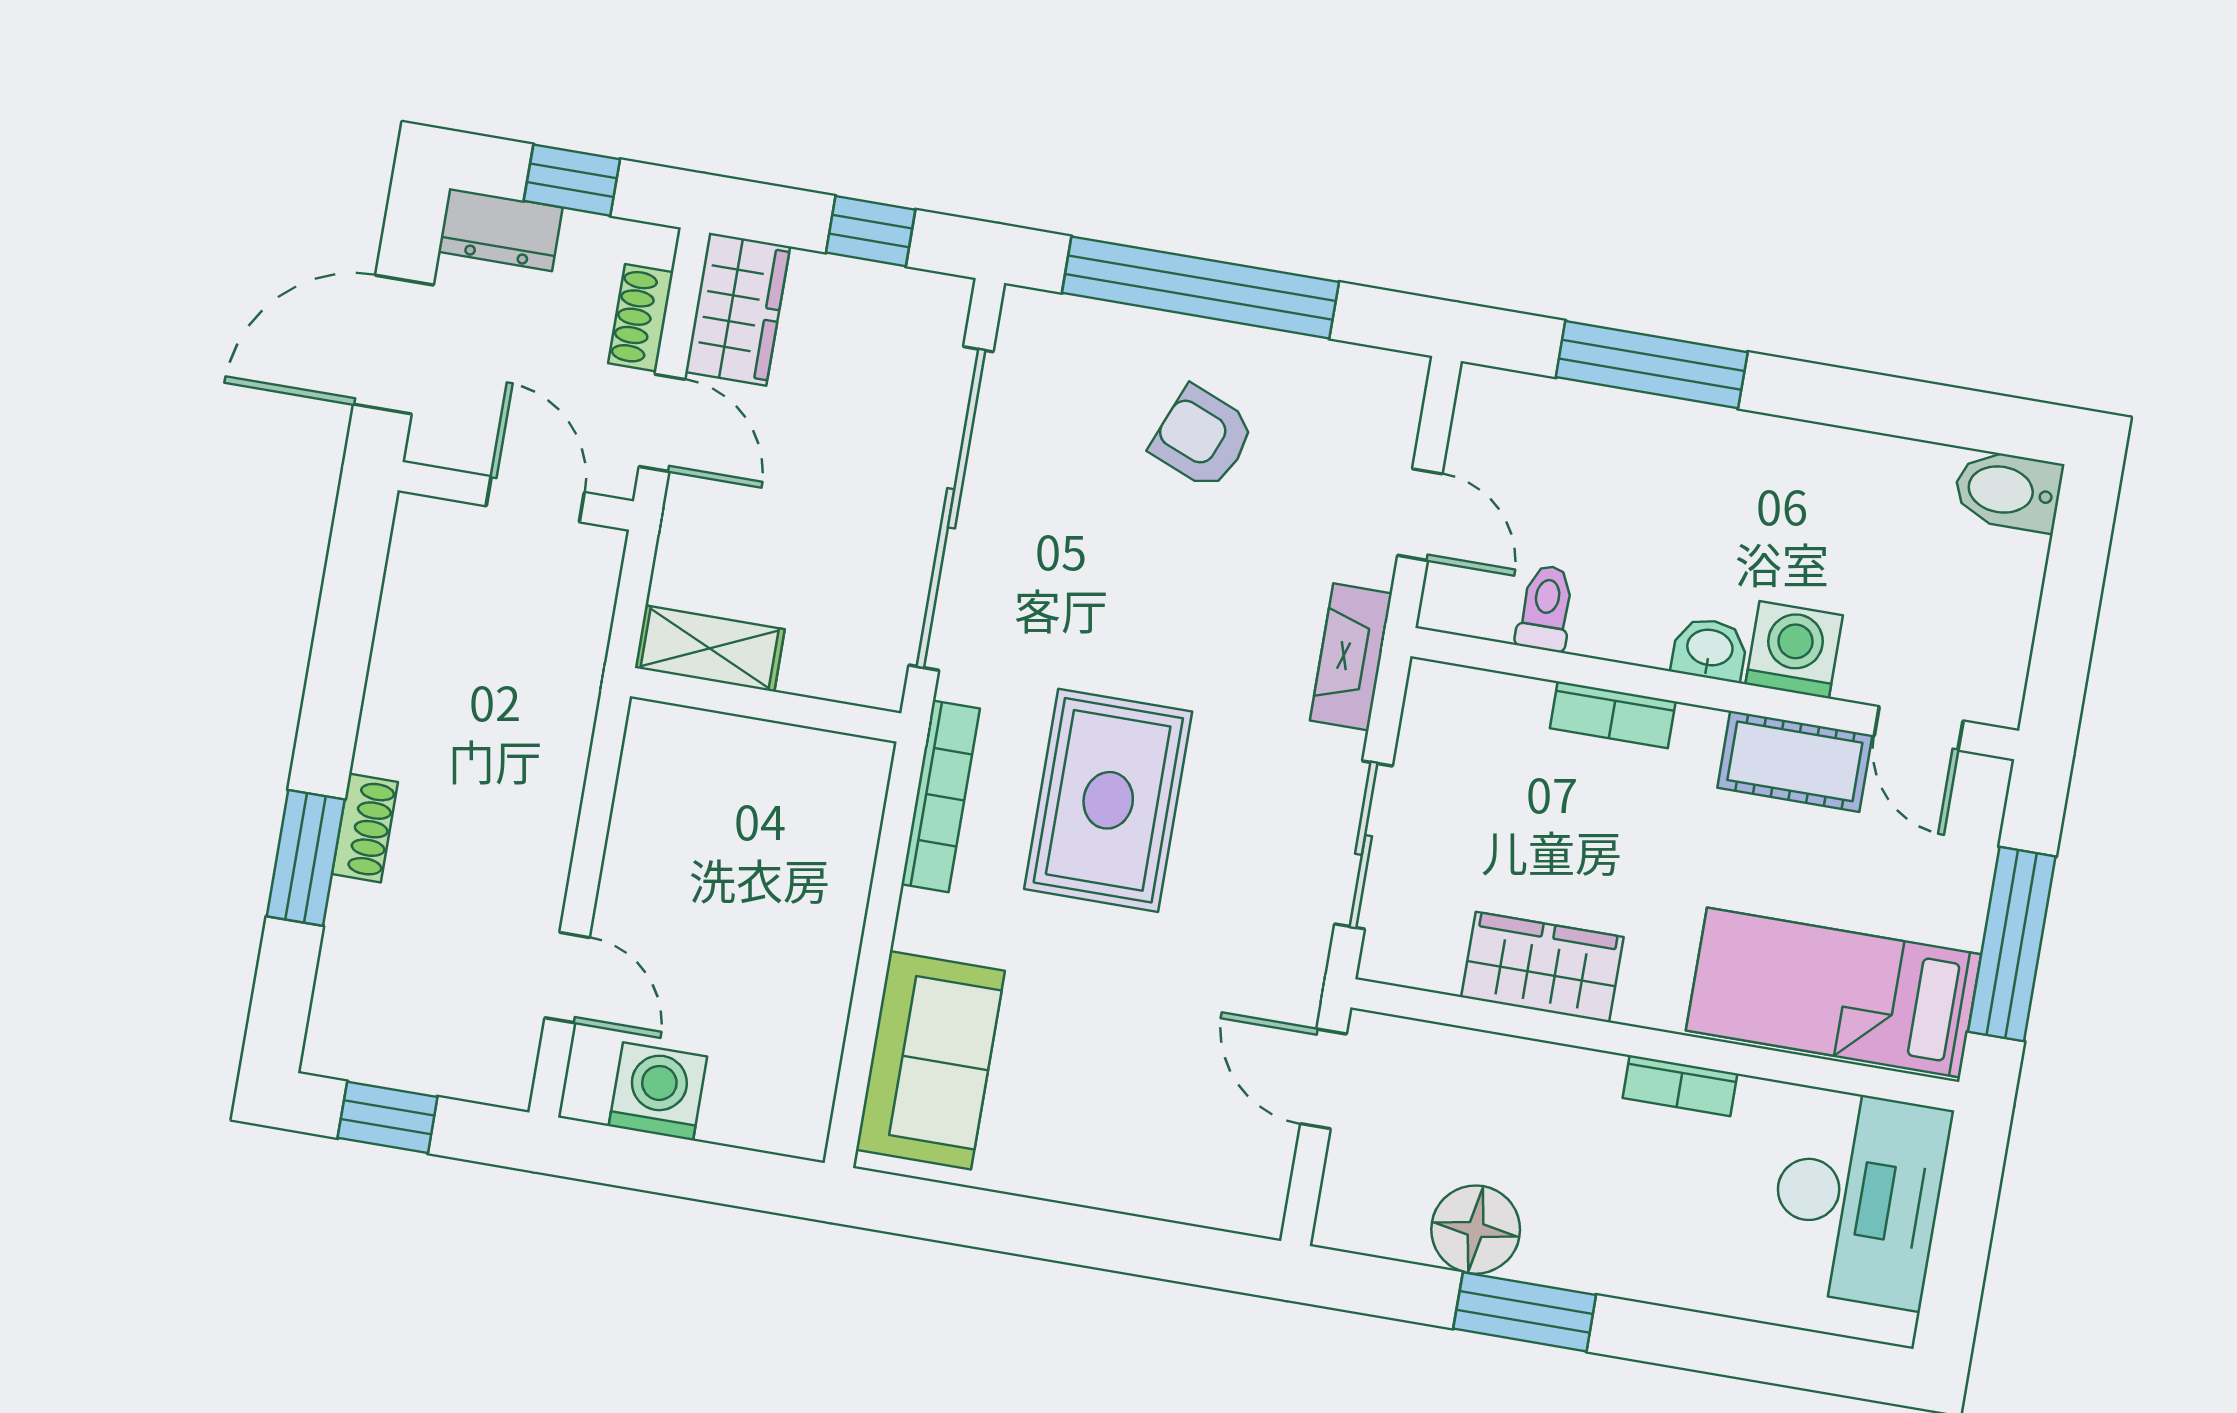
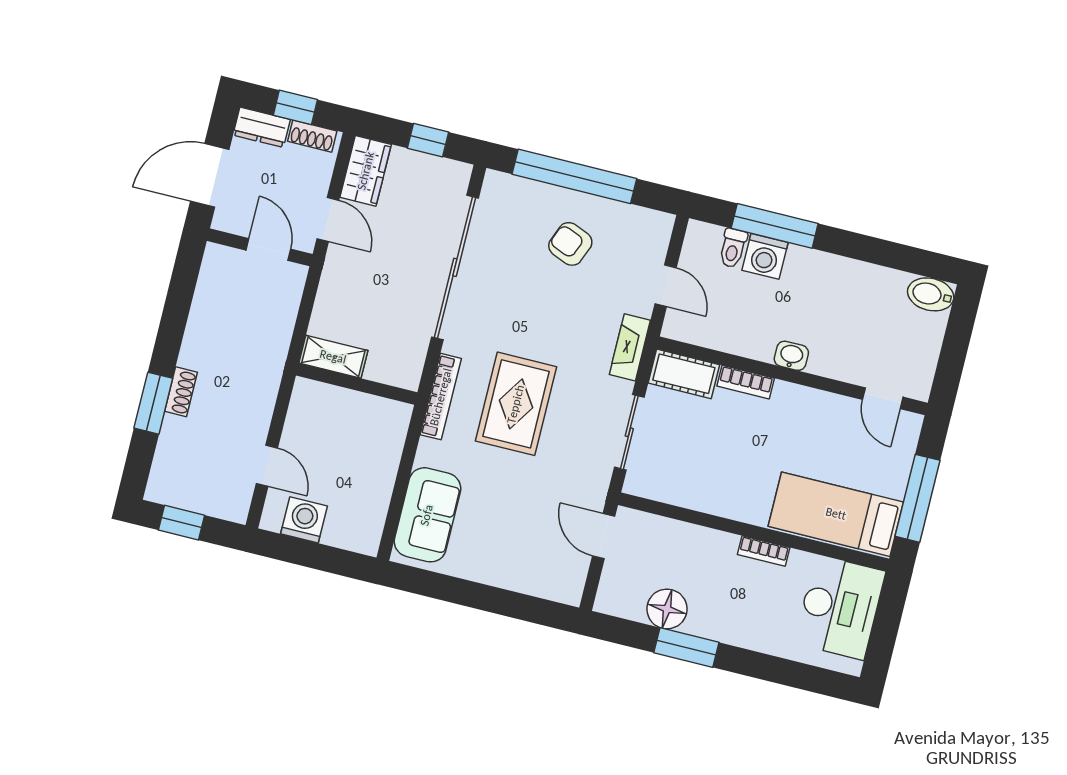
shoe rack: (641, 318) -> (312, 136), moved, turned -90
toilet: (1546, 608) -> (733, 248), moved, turned 180
shelving: (710, 648) -> (333, 357), moved
washing machine: (1794, 650) -> (765, 256), moved, turned 180
wall: (766, 705) -> (357, 384), moved
cot: (1795, 761) -> (684, 374), moved
wardrobe: (1542, 967) -> (706, 493), removed

